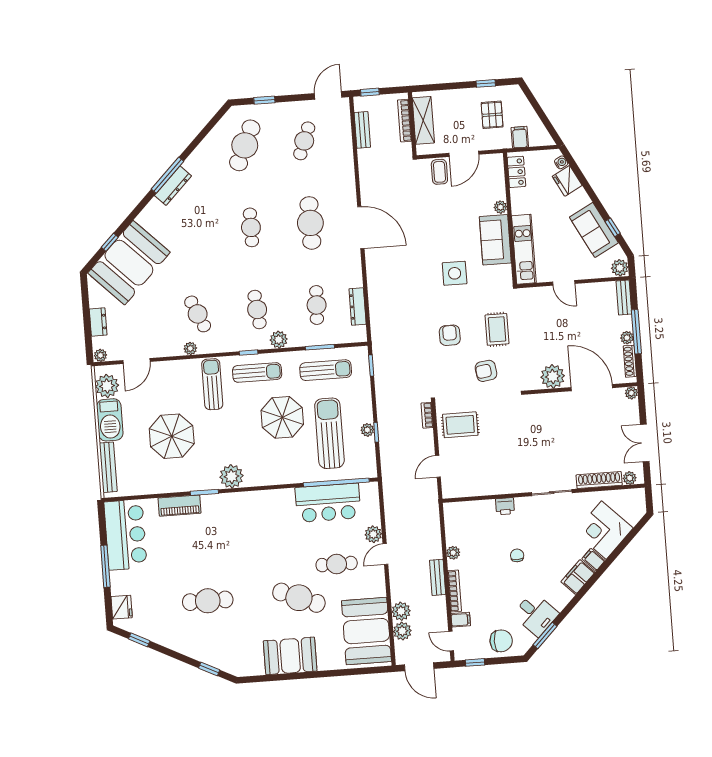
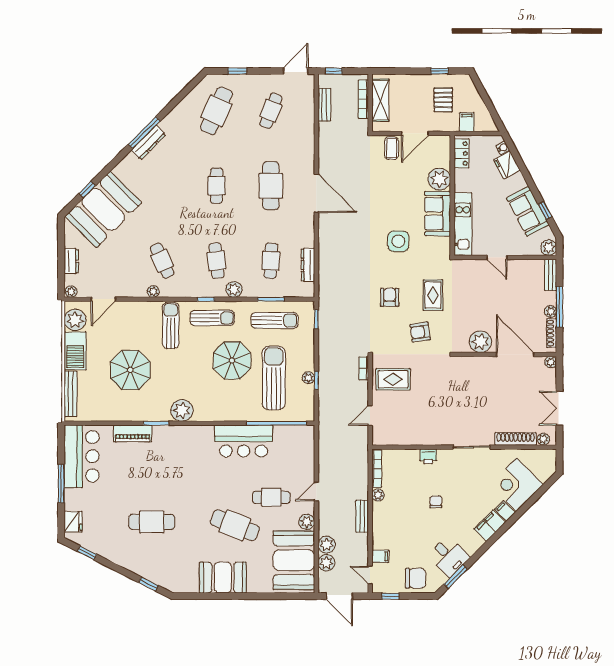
plant: (500, 207) -> (439, 179), width x1.88, depth x1.88
bar counter: (328, 503) -> (244, 441), moved
plant: (373, 534) -> (307, 522), moved
bookcase: (455, 591) -> (377, 469), moved

